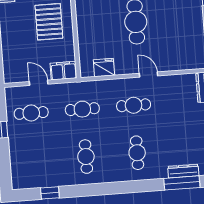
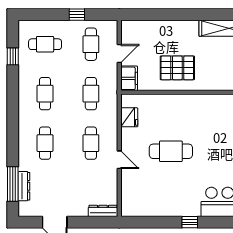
door: (148, 75) -> (119, 160), hinge flipped
cafe table: (137, 153) -> (45, 143), turned 90
cafe table: (86, 157) -> (45, 94), turned 90
cafe table: (35, 160) -> (45, 44), added

